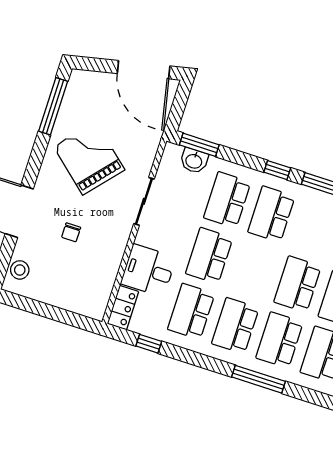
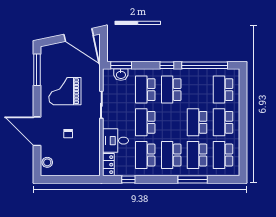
grand piano: (89, 158) -> (65, 91), turned -41

